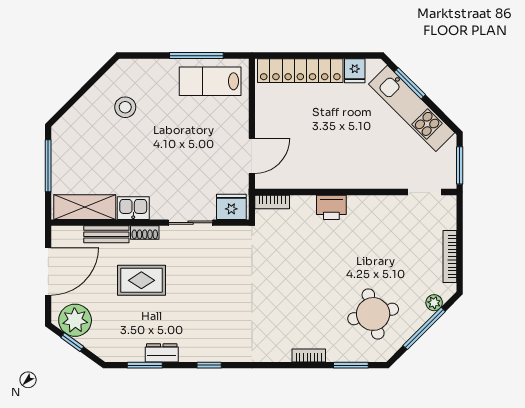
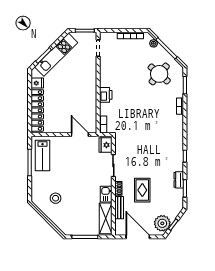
round table: (373, 314) -> (159, 74), turned -35

